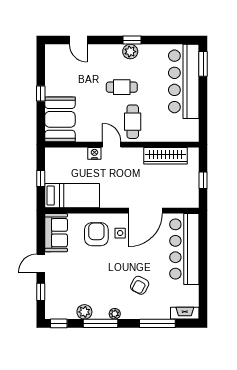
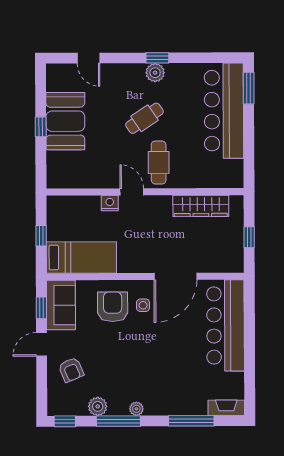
cafe table: (122, 87) -> (144, 118), turned -34
booth: (60, 119) -> (65, 121), moved
armchair: (140, 285) -> (71, 370), moved, turned -51
window: (41, 292) -> (41, 308), moved

